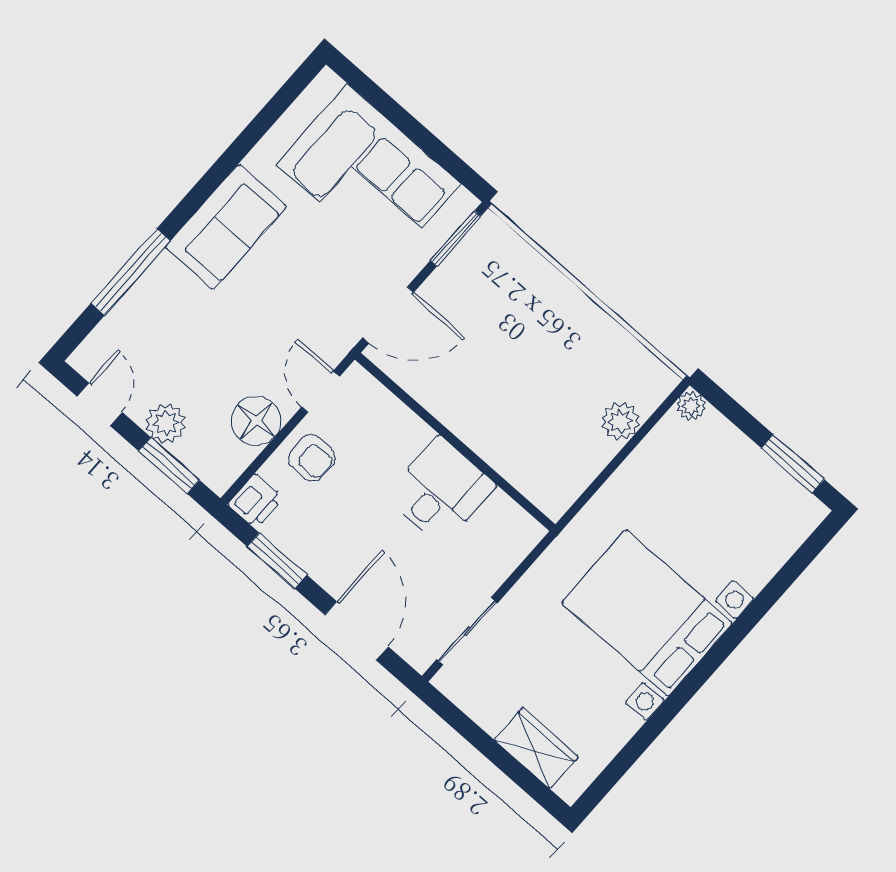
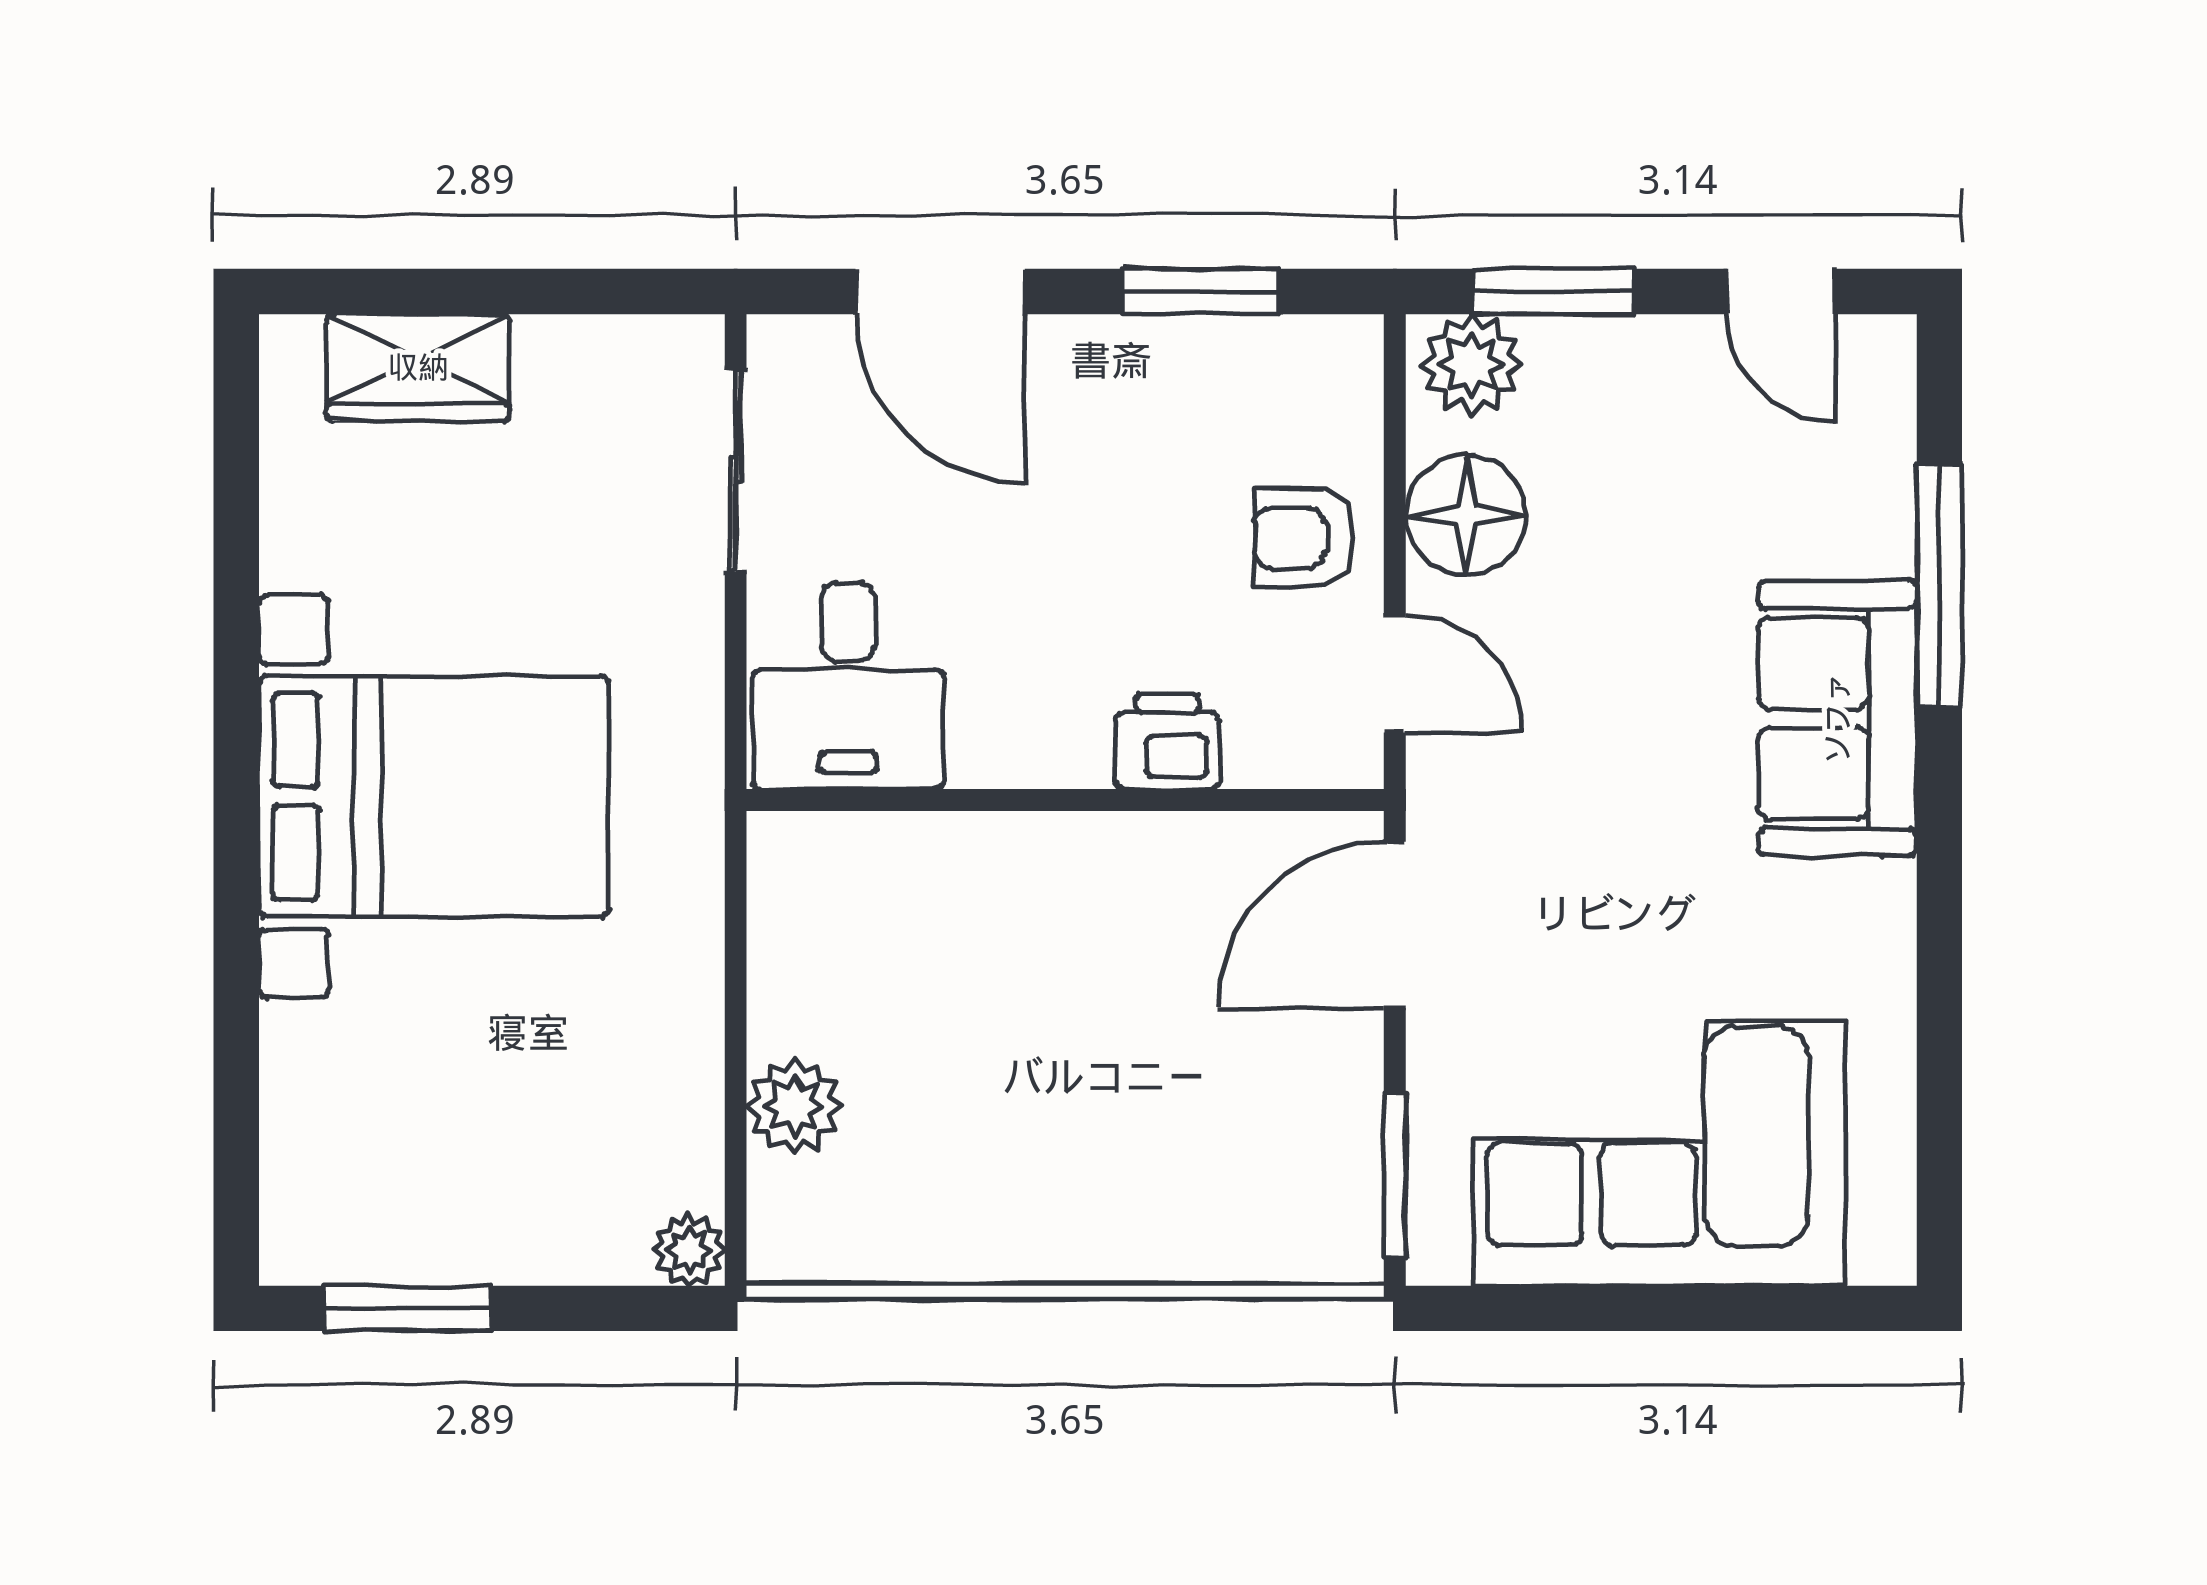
sofa: (226, 227) -> (1837, 718), moved
plant: (166, 423) -> (1472, 364), moved
desk: (441, 491) -> (848, 686), moved
printer: (256, 501) -> (1167, 742), moved, turned 90

